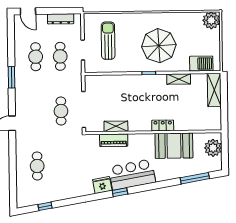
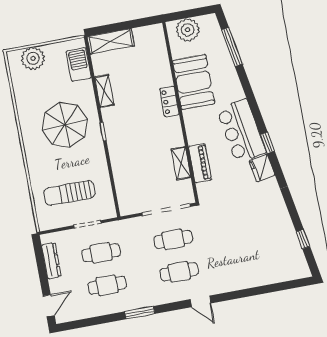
plant: (211, 20) -> (33, 58), moved
cafe table: (37, 166) -> (179, 272), moved

